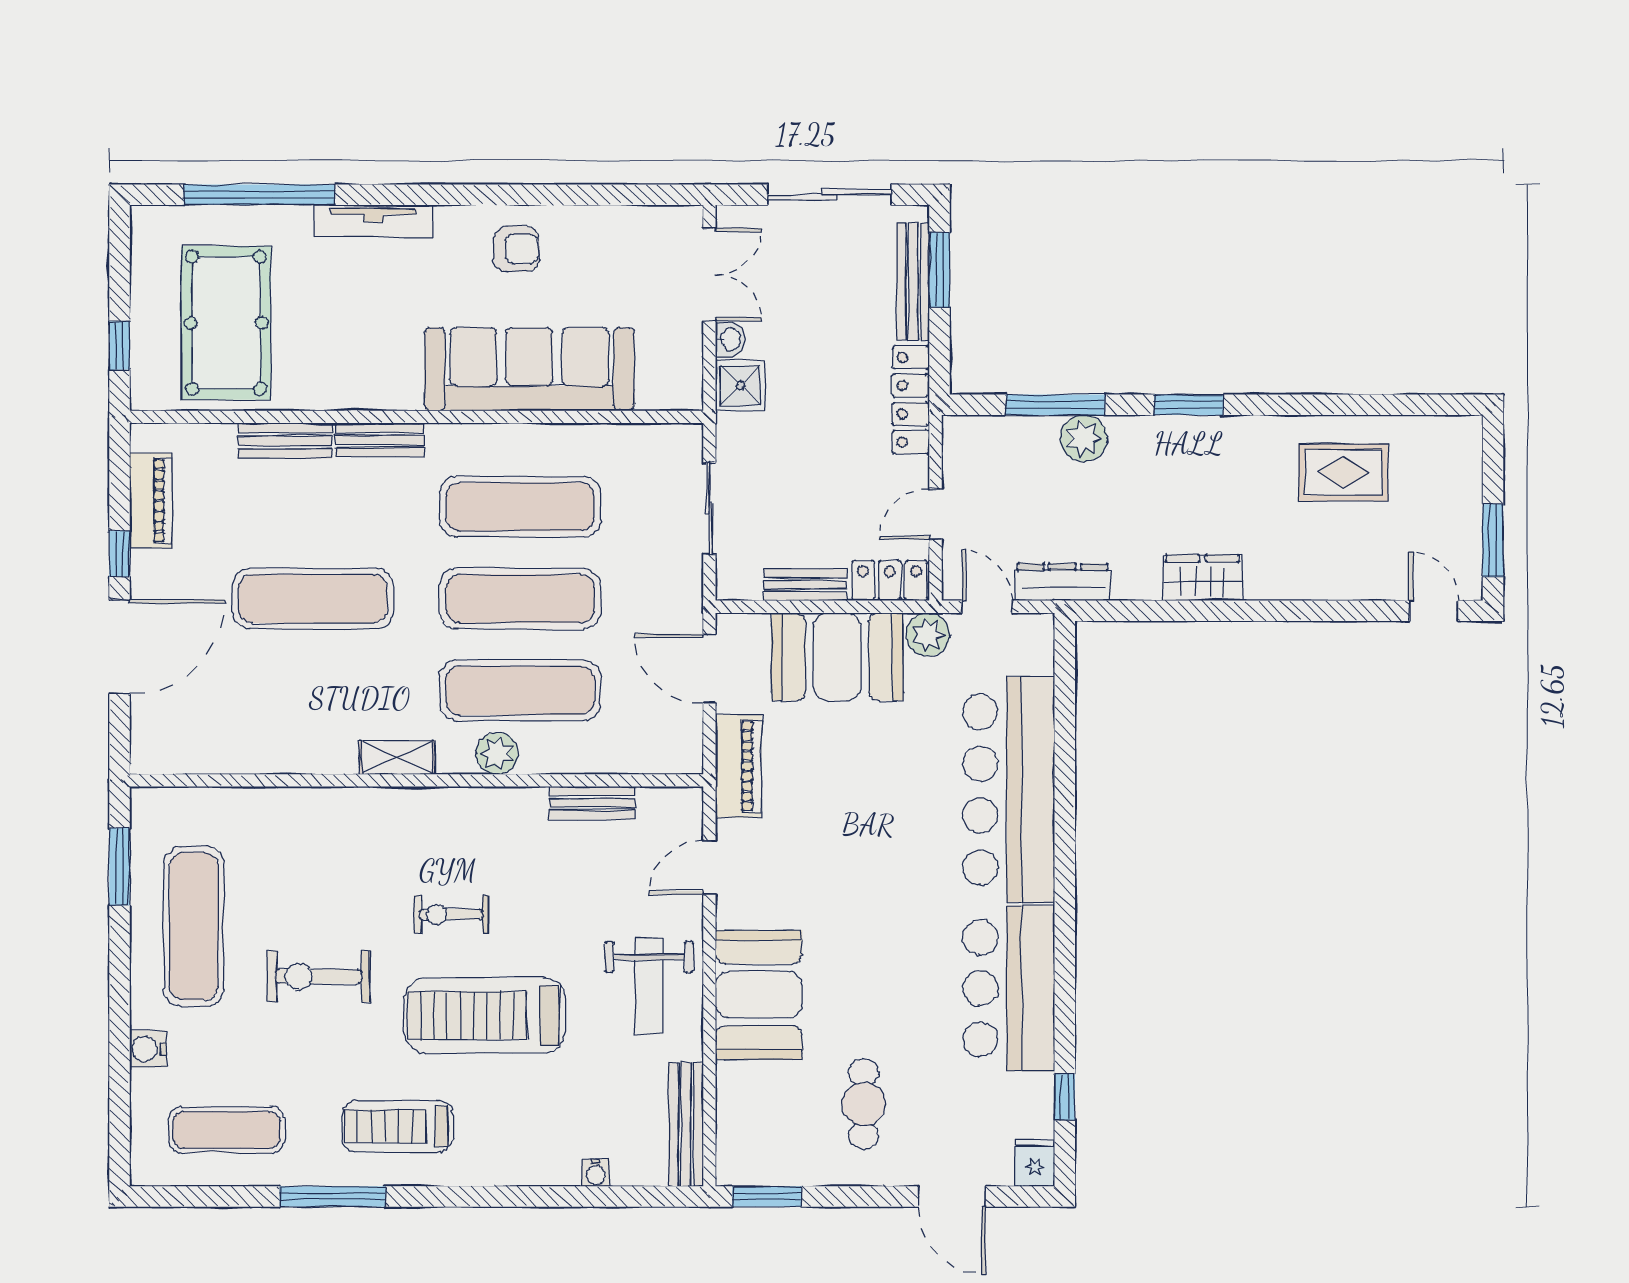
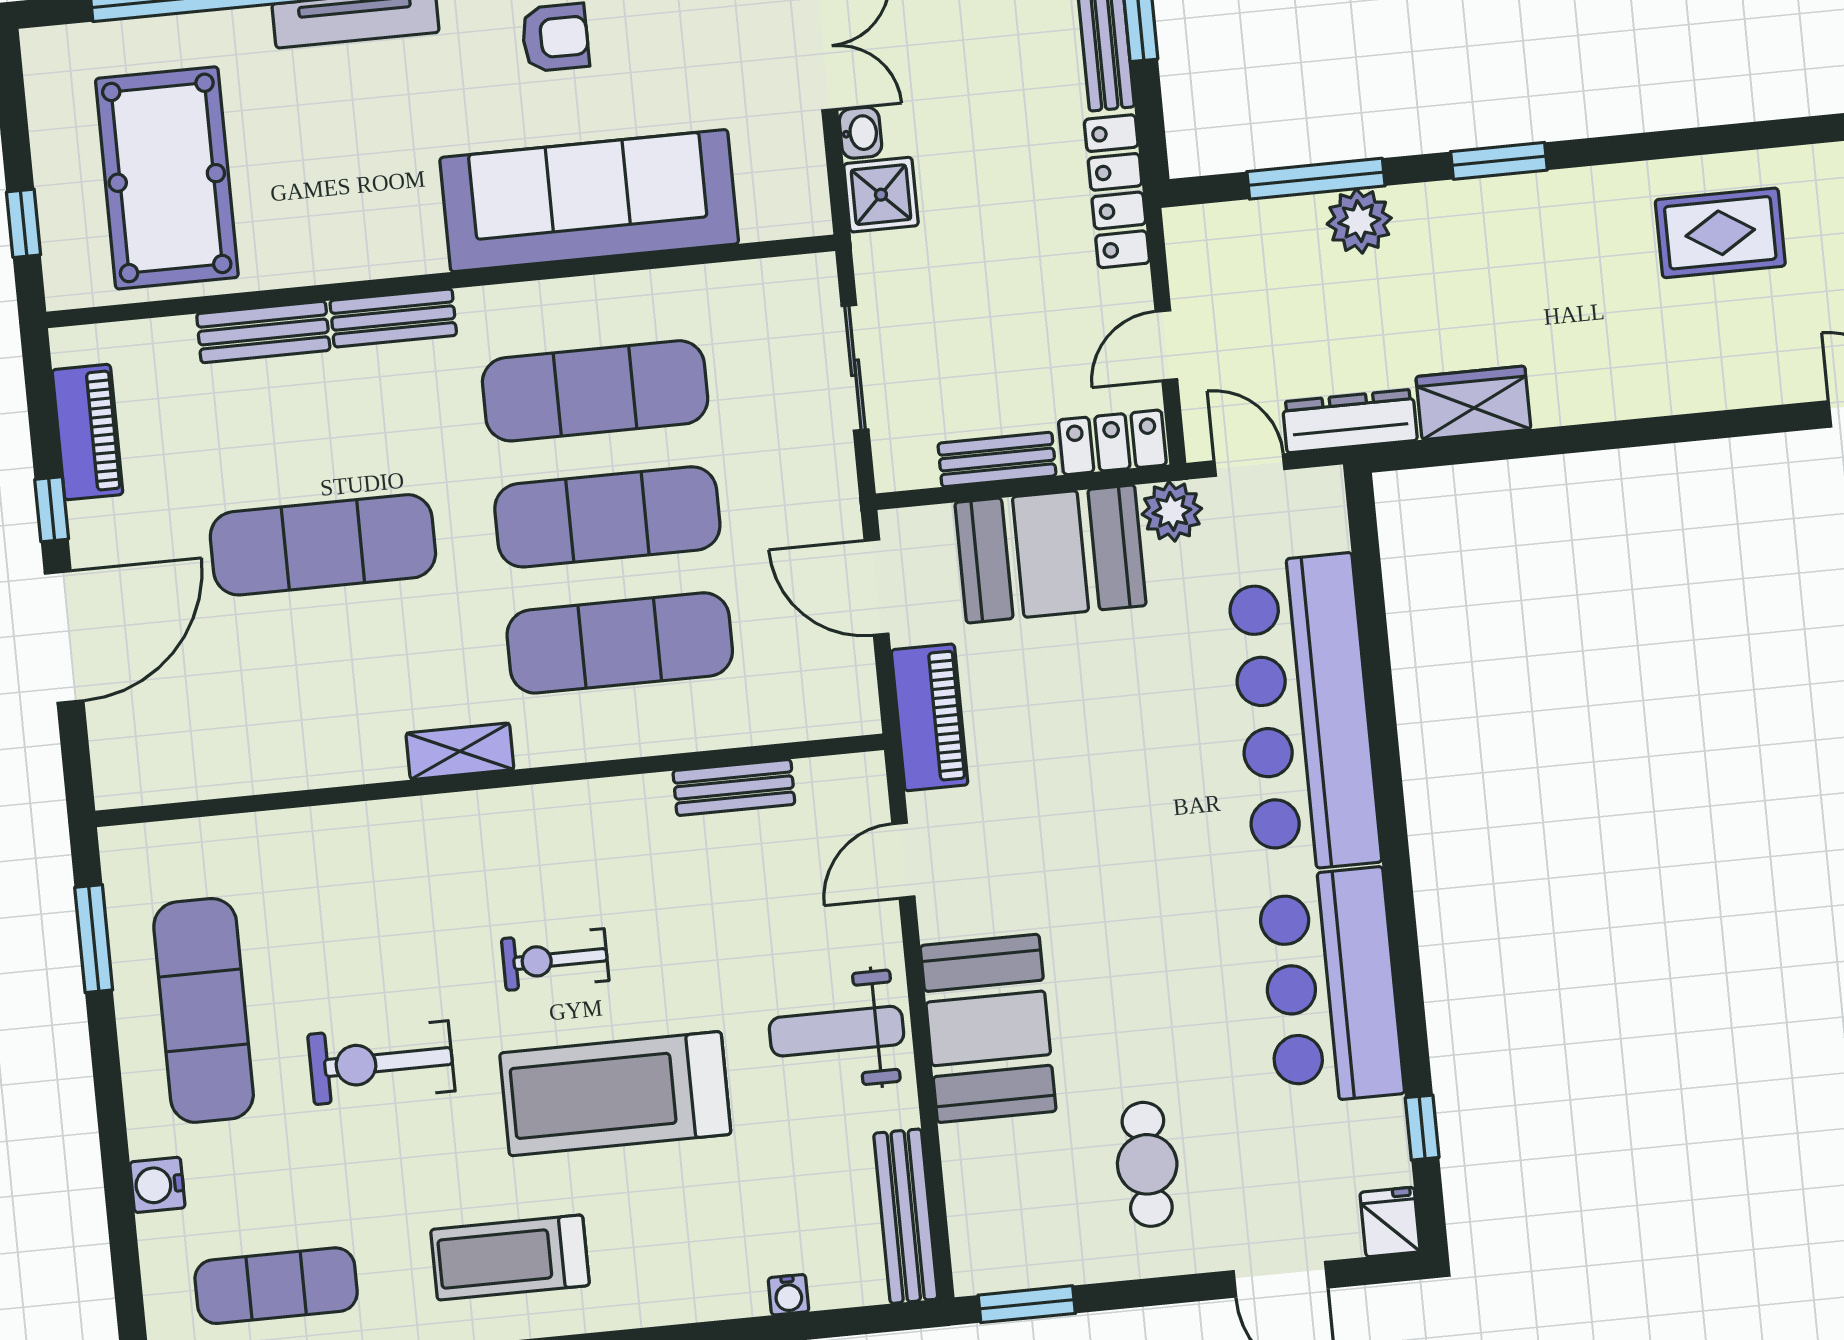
wardrobe: (1202, 578) -> (1473, 403), moved
plant: (497, 753) -> (597, 732), removed
weight bench: (649, 986) -> (837, 1031), turned 90

